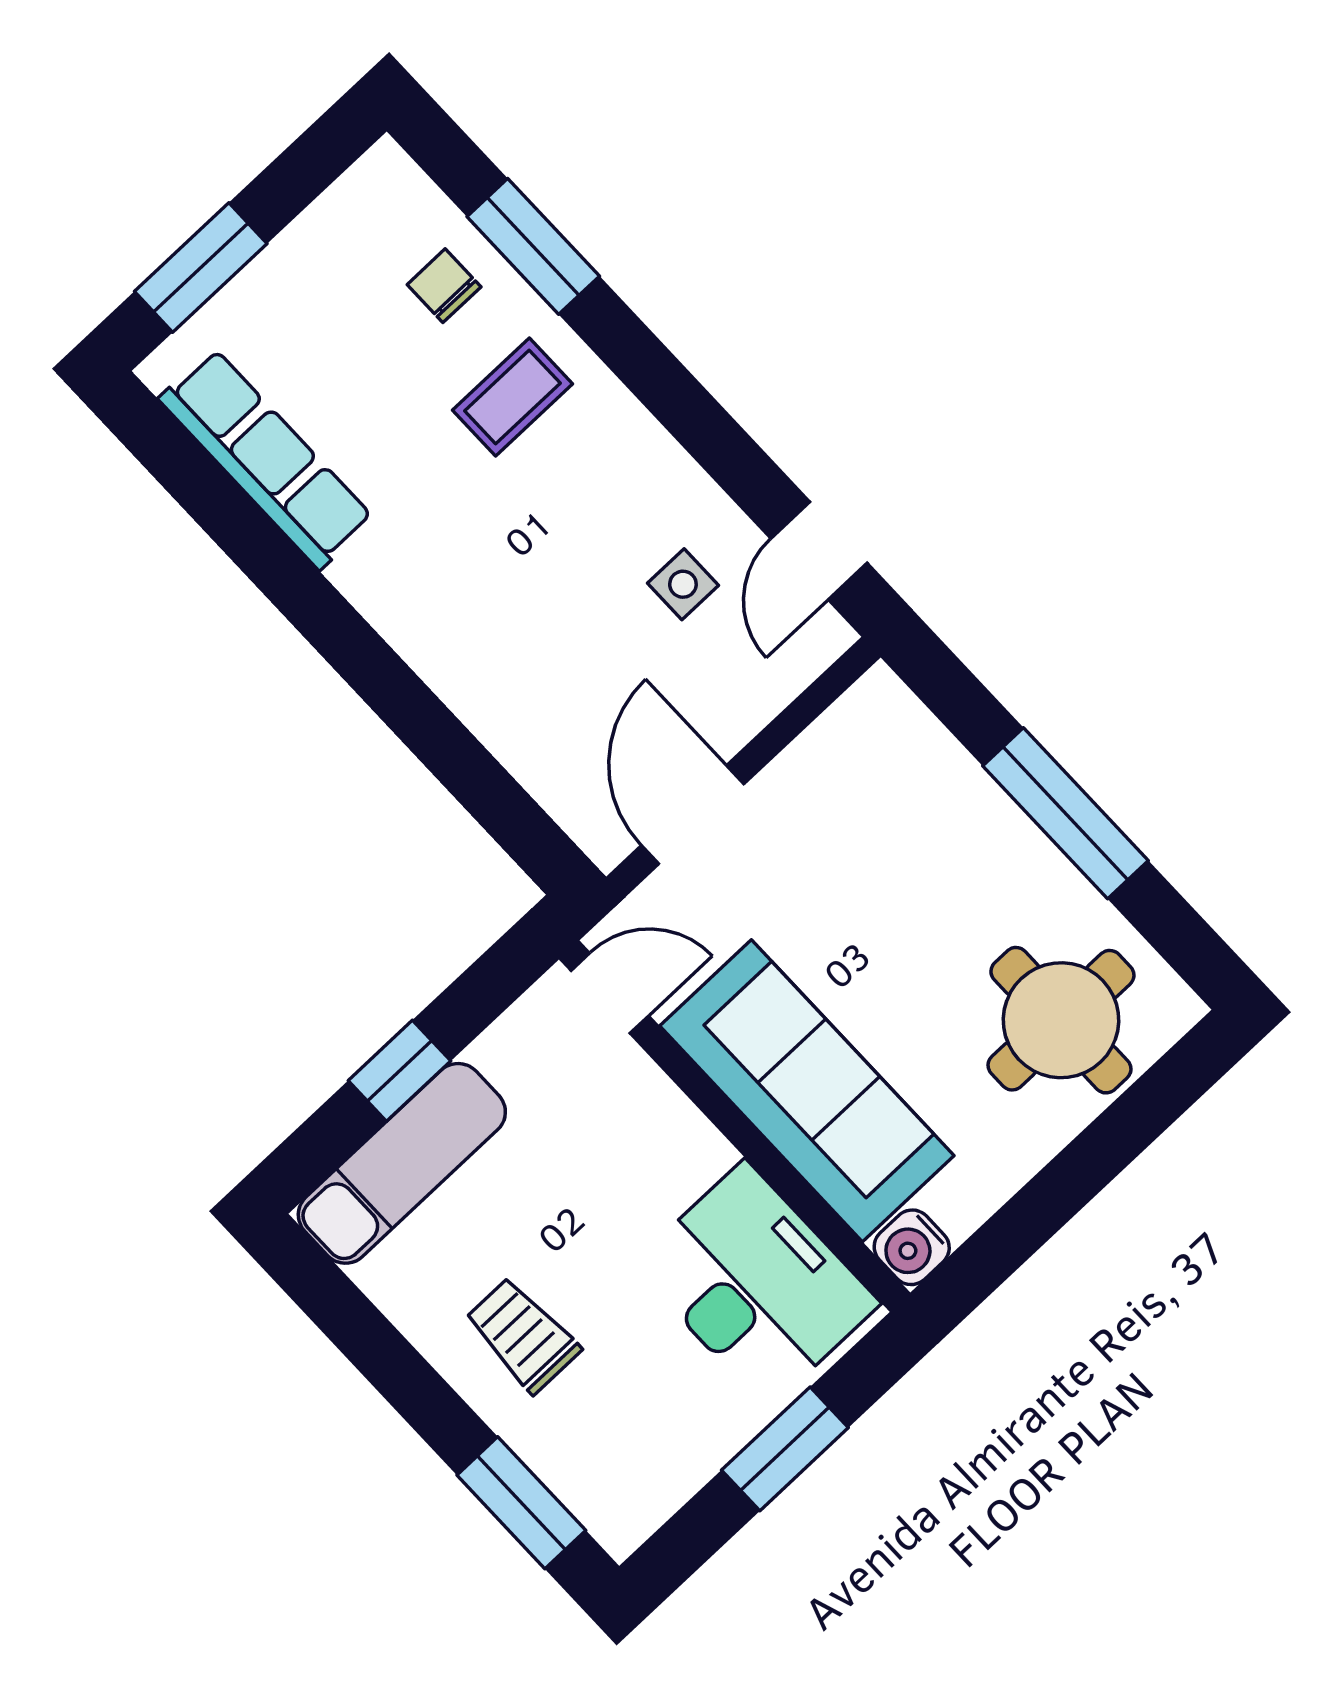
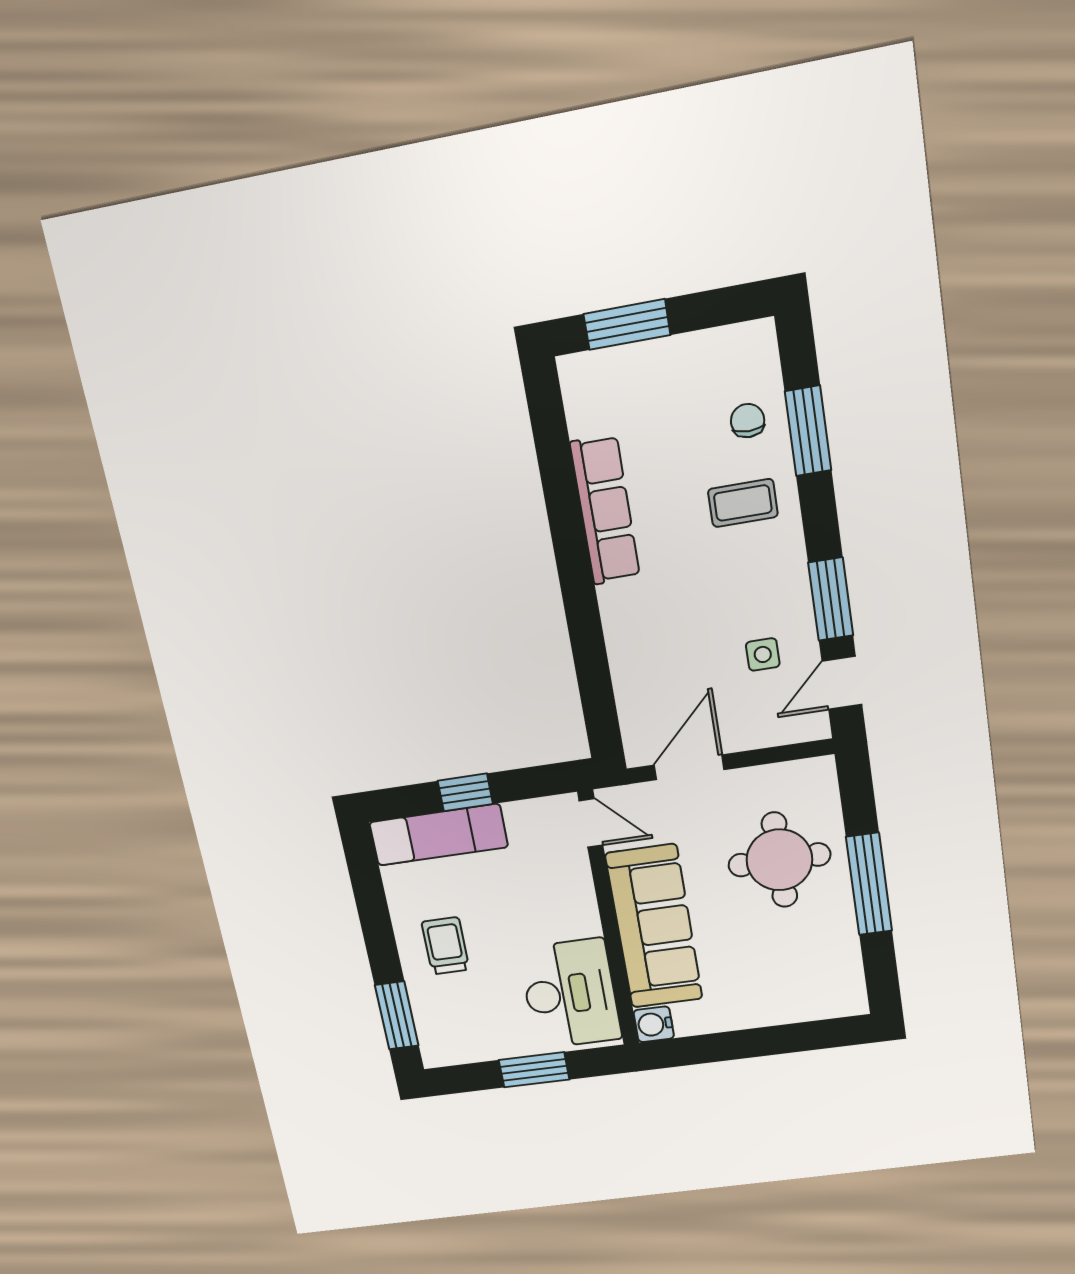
window: (721, 447) -> (831, 599), added
row of seats: (266, 459) -> (605, 510), moved
round table: (1061, 1020) -> (779, 860), moved

